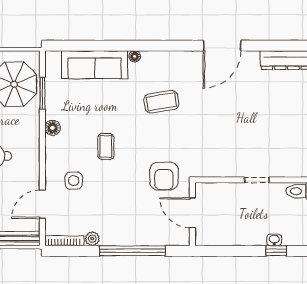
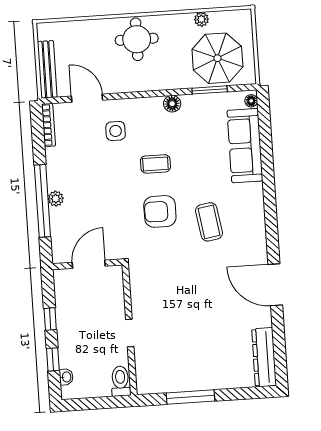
floor lamp: (135, 56) -> (251, 101), moved
armchair: (164, 176) -> (160, 211), moved
plant: (92, 239) -> (56, 199), moved
washbasin: (274, 240) -> (66, 377), moved
window: (239, 251) -> (50, 319), added

